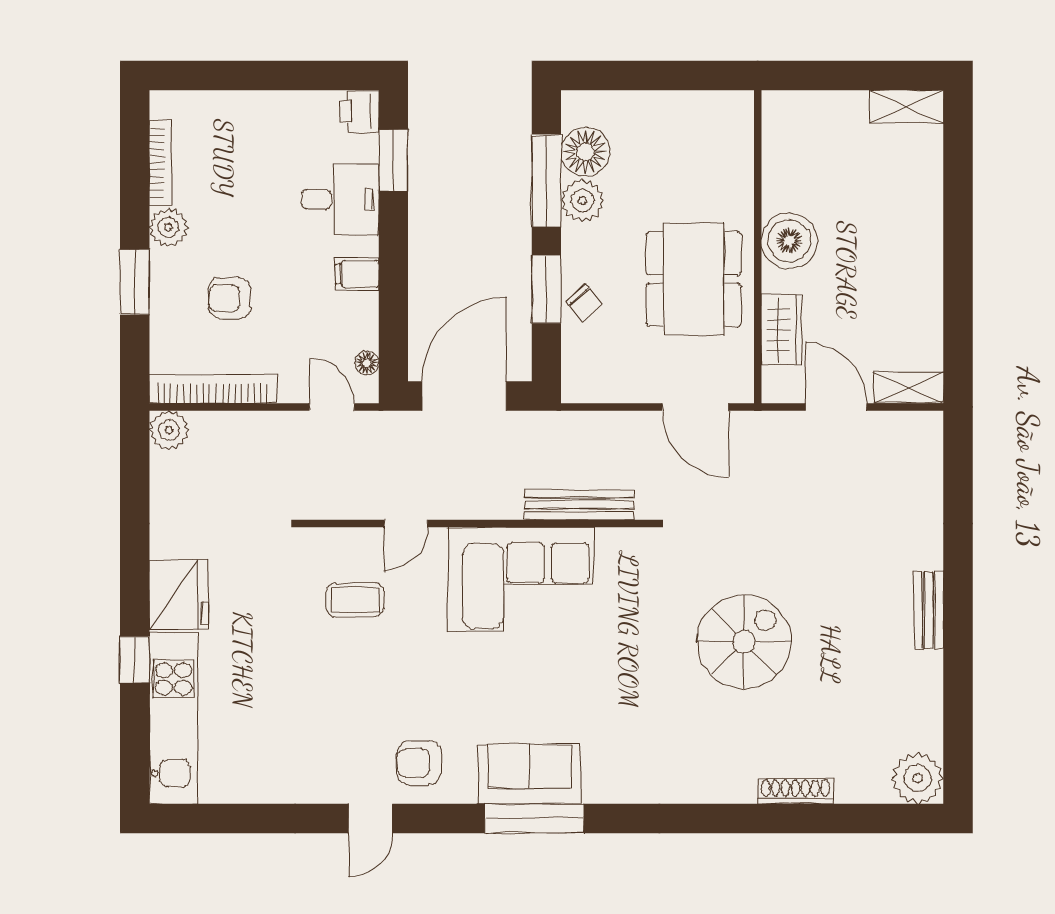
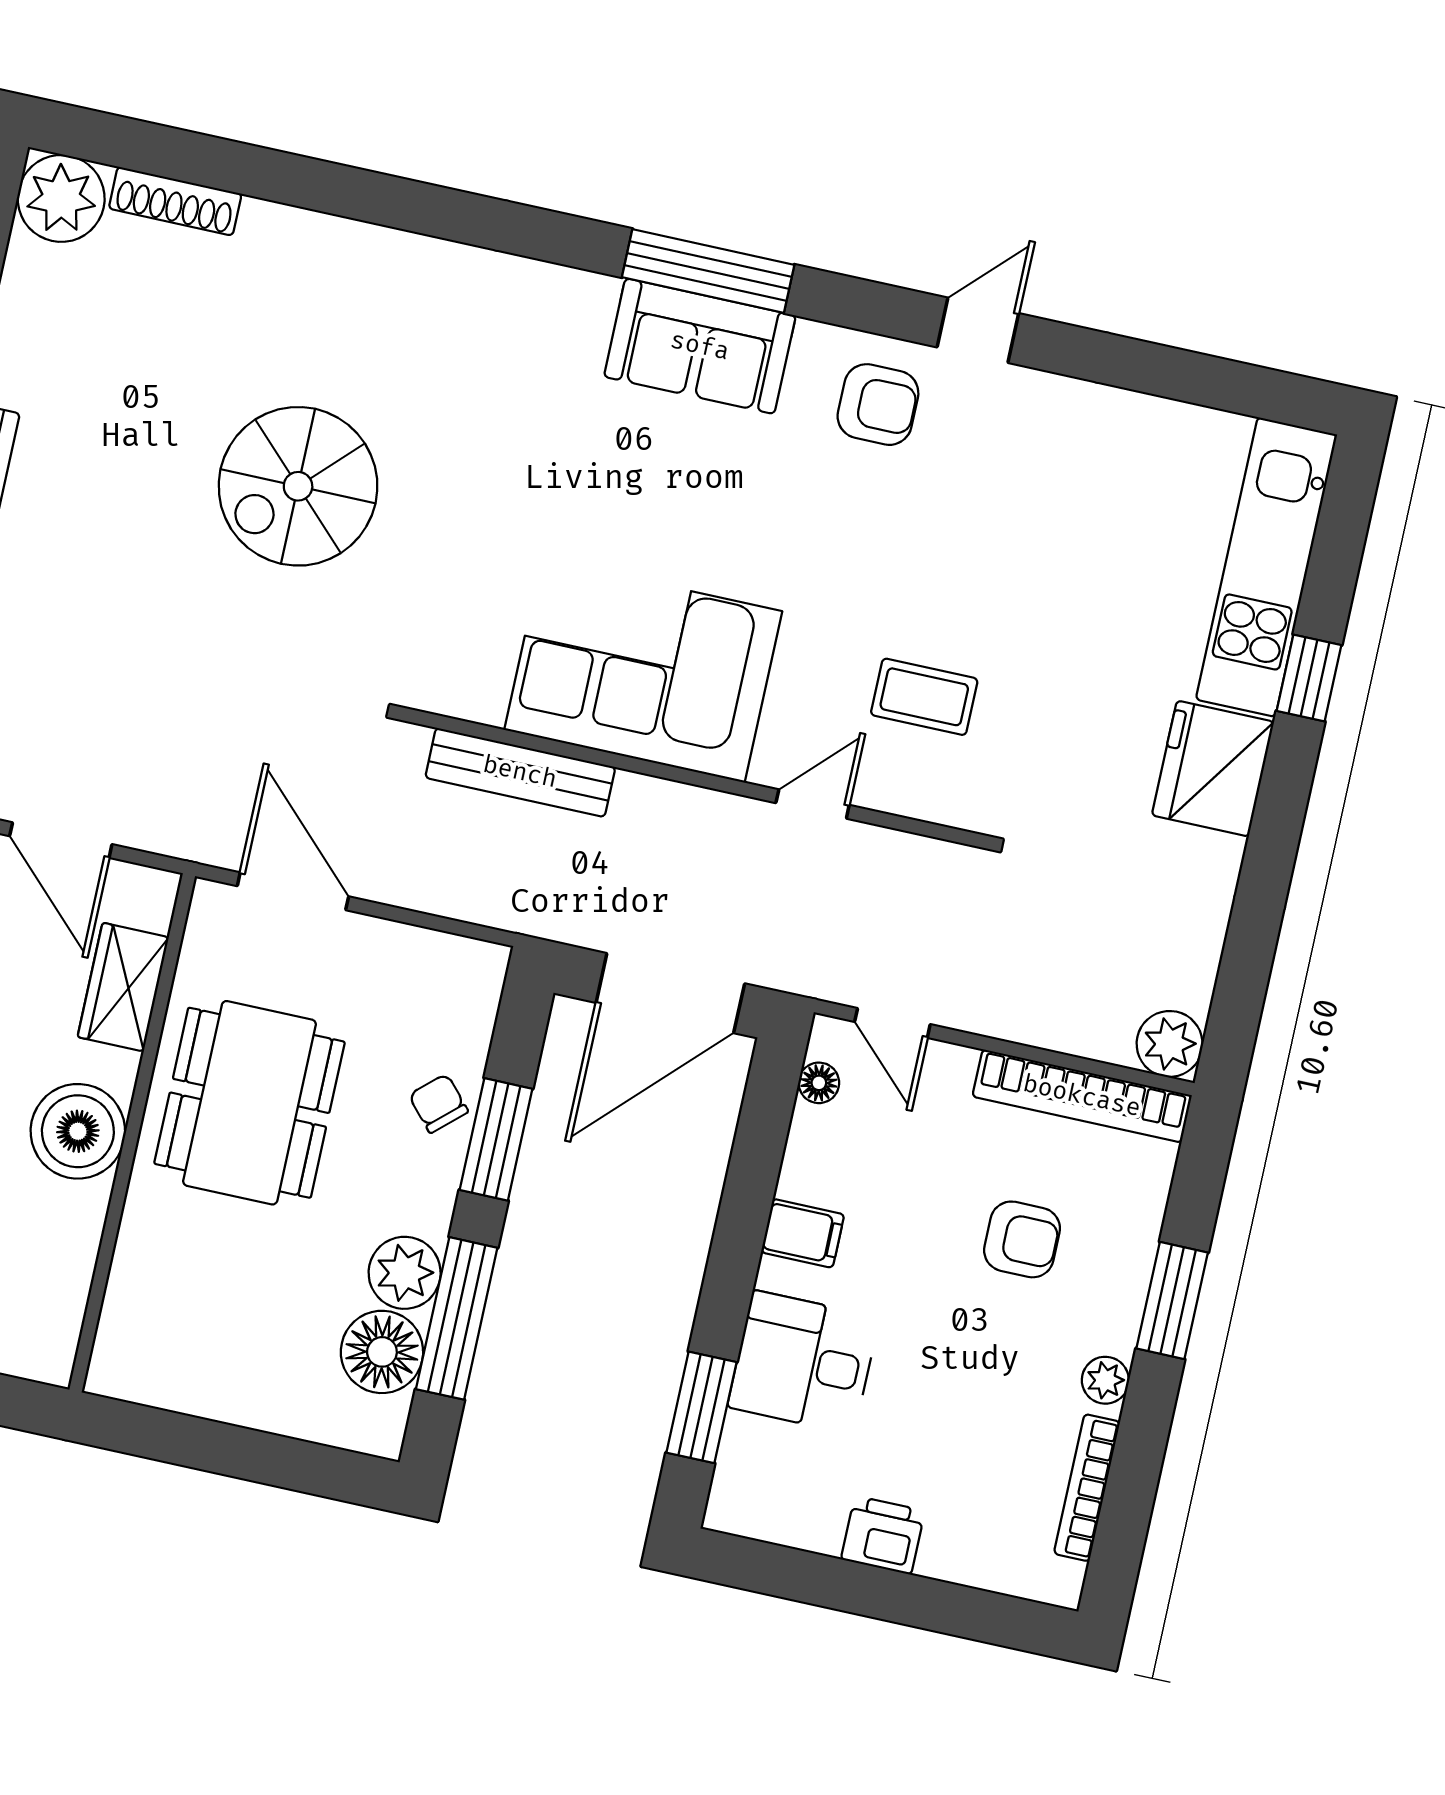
printer: (359, 111) -> (883, 1535), moved, turned -90
plant: (169, 227) -> (1105, 1380), width x0.73, depth x0.73
shoe rack: (795, 791) -> (175, 201), moved

